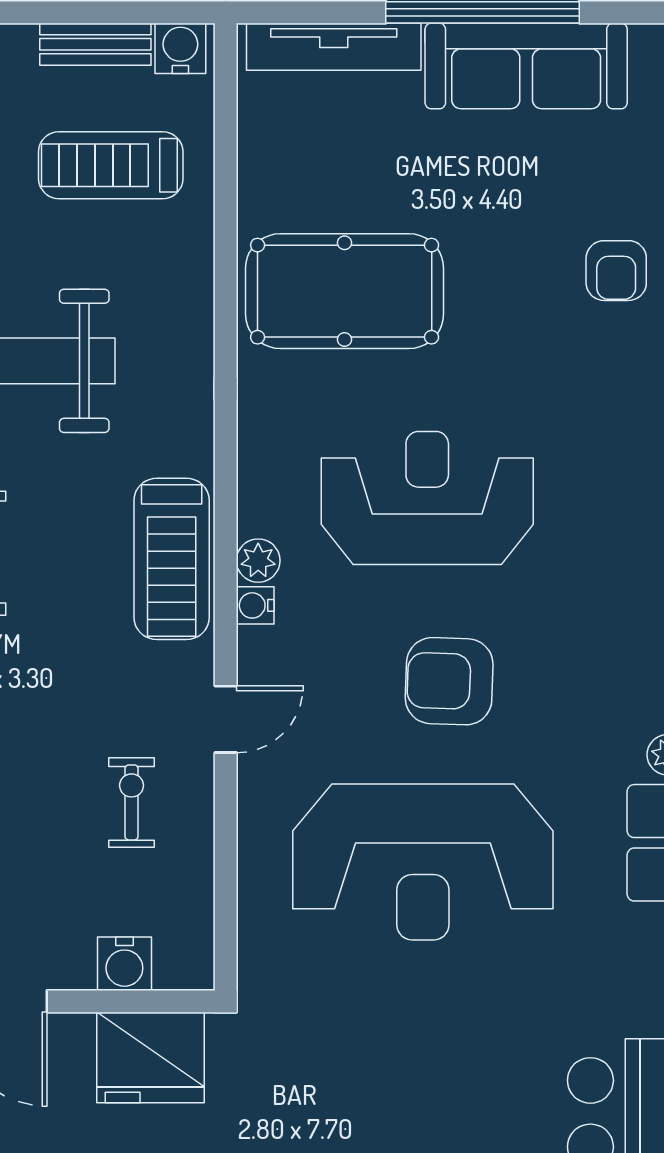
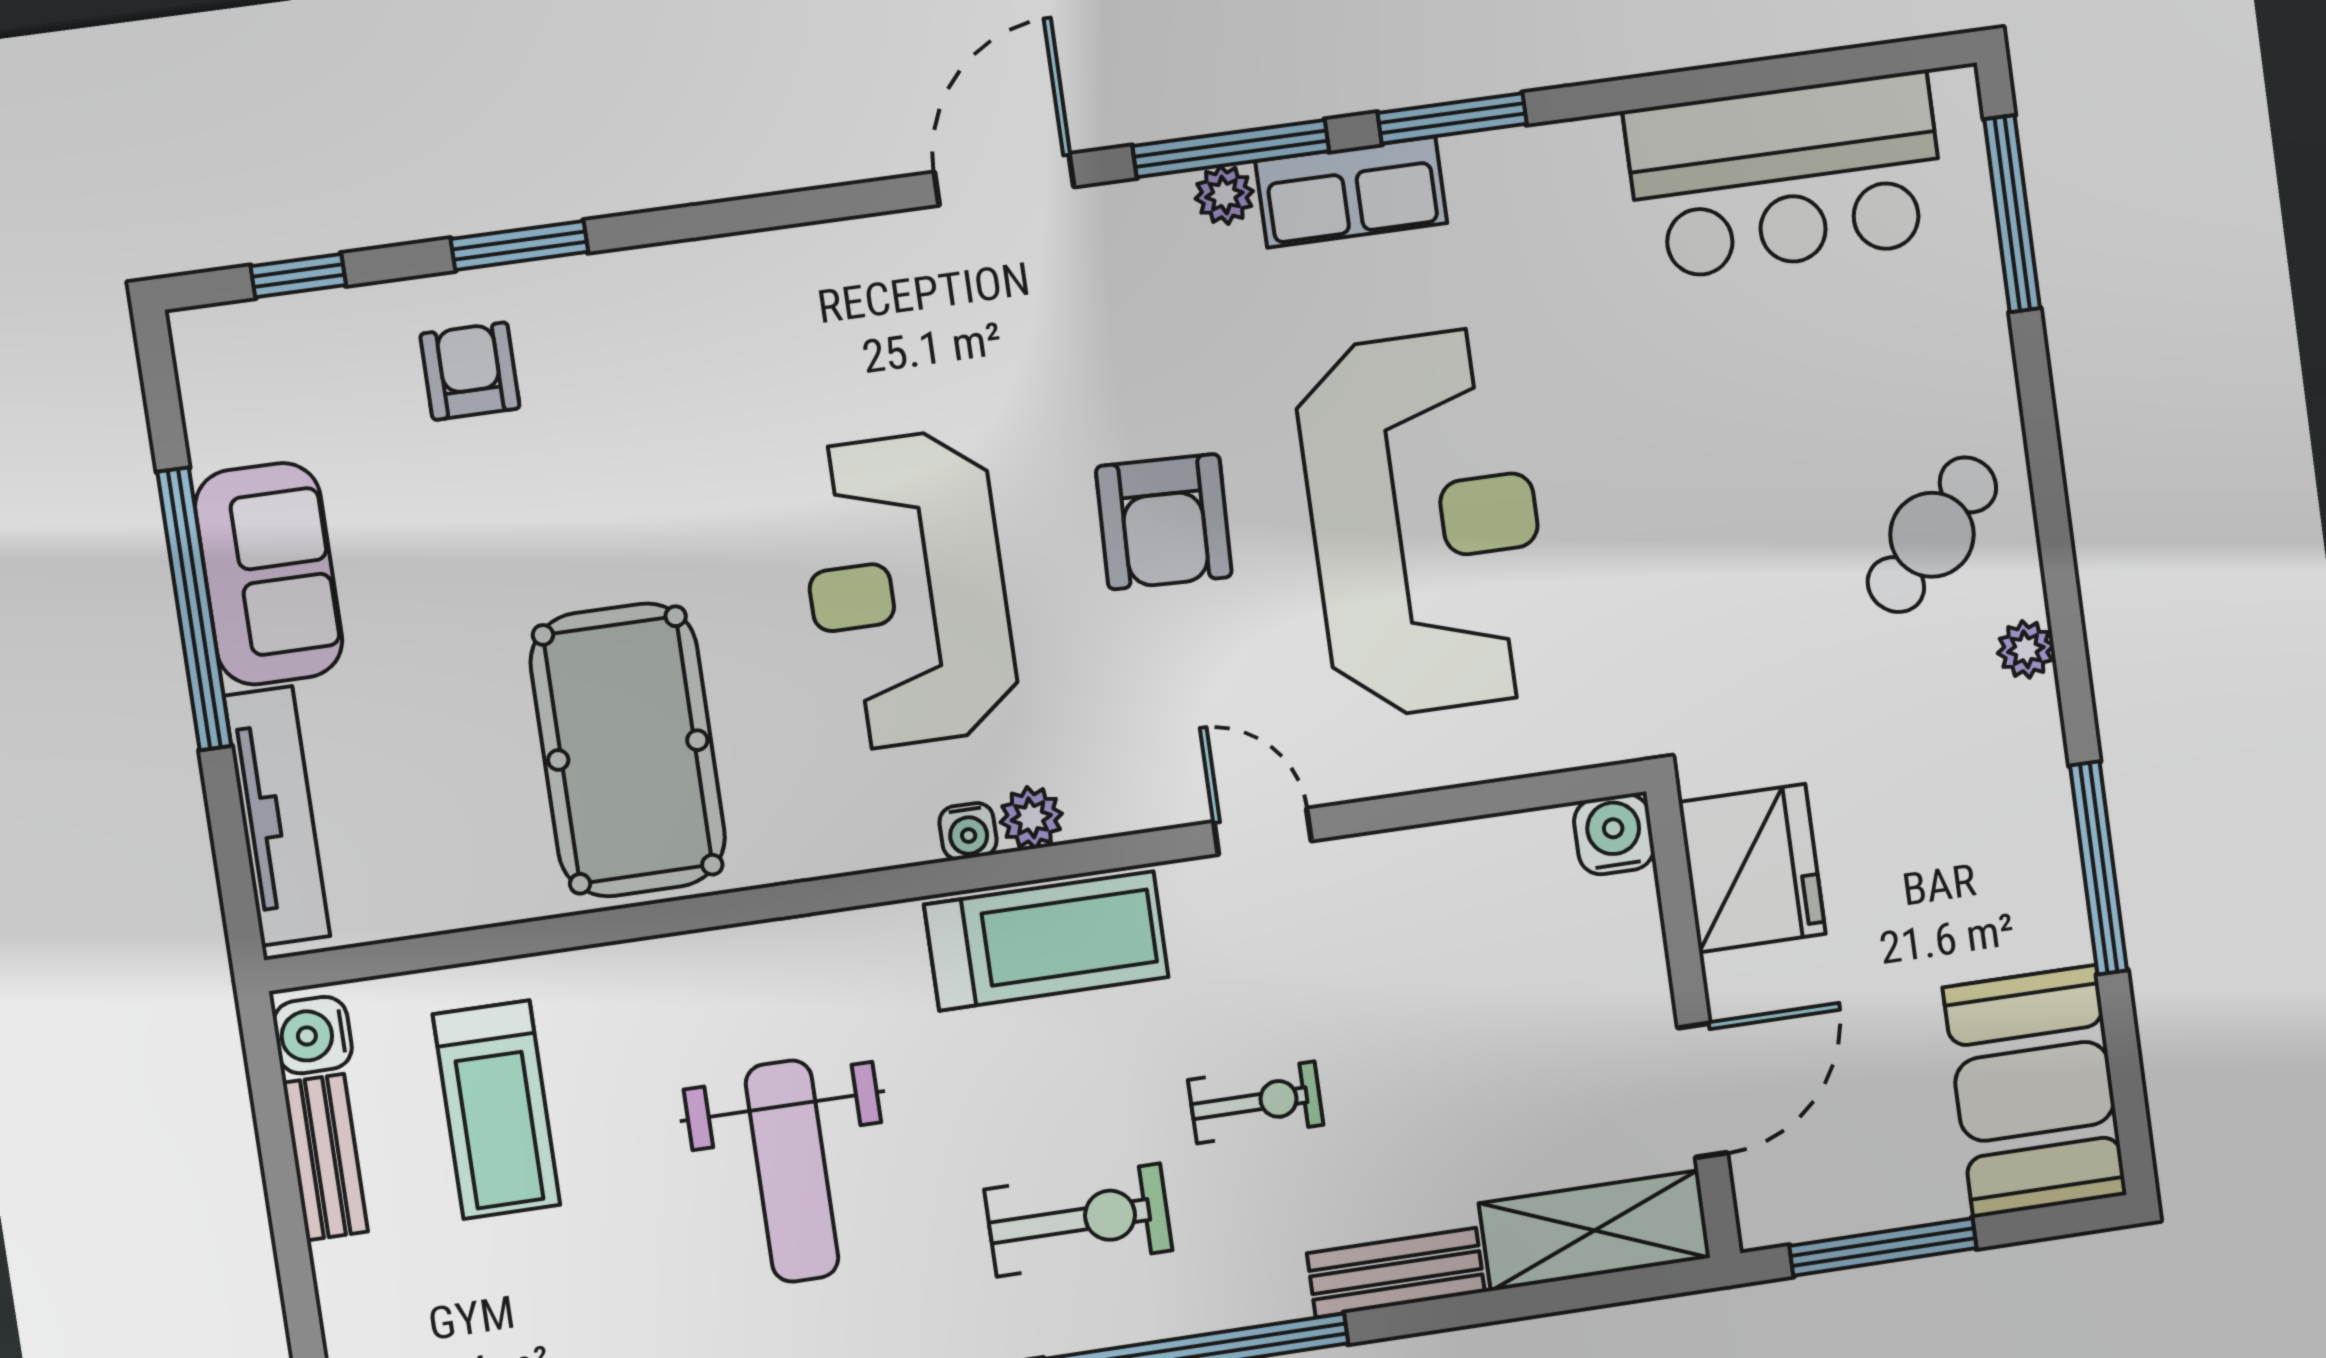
sofa: (526, 66) -> (269, 574), width x0.73
armchair: (616, 271) -> (470, 371), moved, turned -90
water cooler: (255, 605) -> (968, 831), moved
exercise bike: (132, 802) -> (1256, 1102), moved, turned 180
water cooler: (124, 964) -> (1614, 834), moved, turned -90

